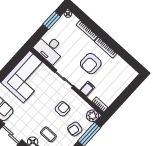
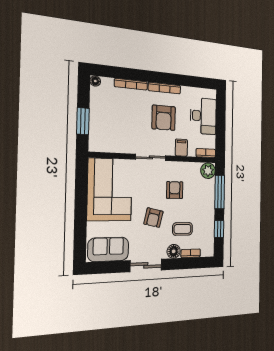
window: (52, 20) -> (83, 121), moved
desk: (50, 49) -> (203, 116), moved, turned -90
armchair: (75, 129) -> (153, 218), moved

